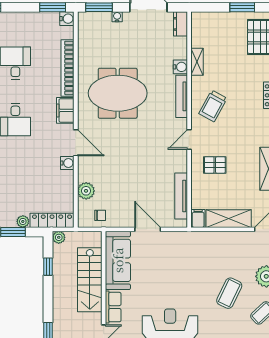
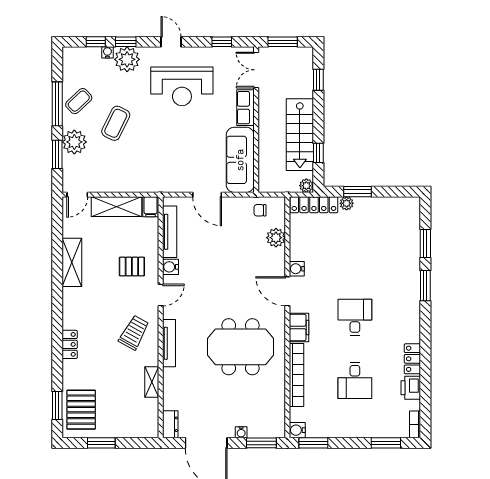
water cooler: (180, 67) -> (170, 267), moved
stairs: (90, 280) -> (300, 135), moved, turned 180

